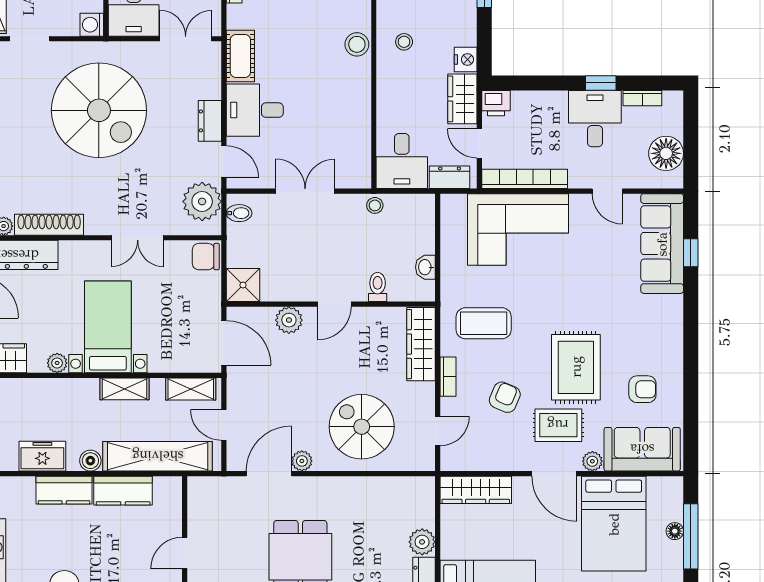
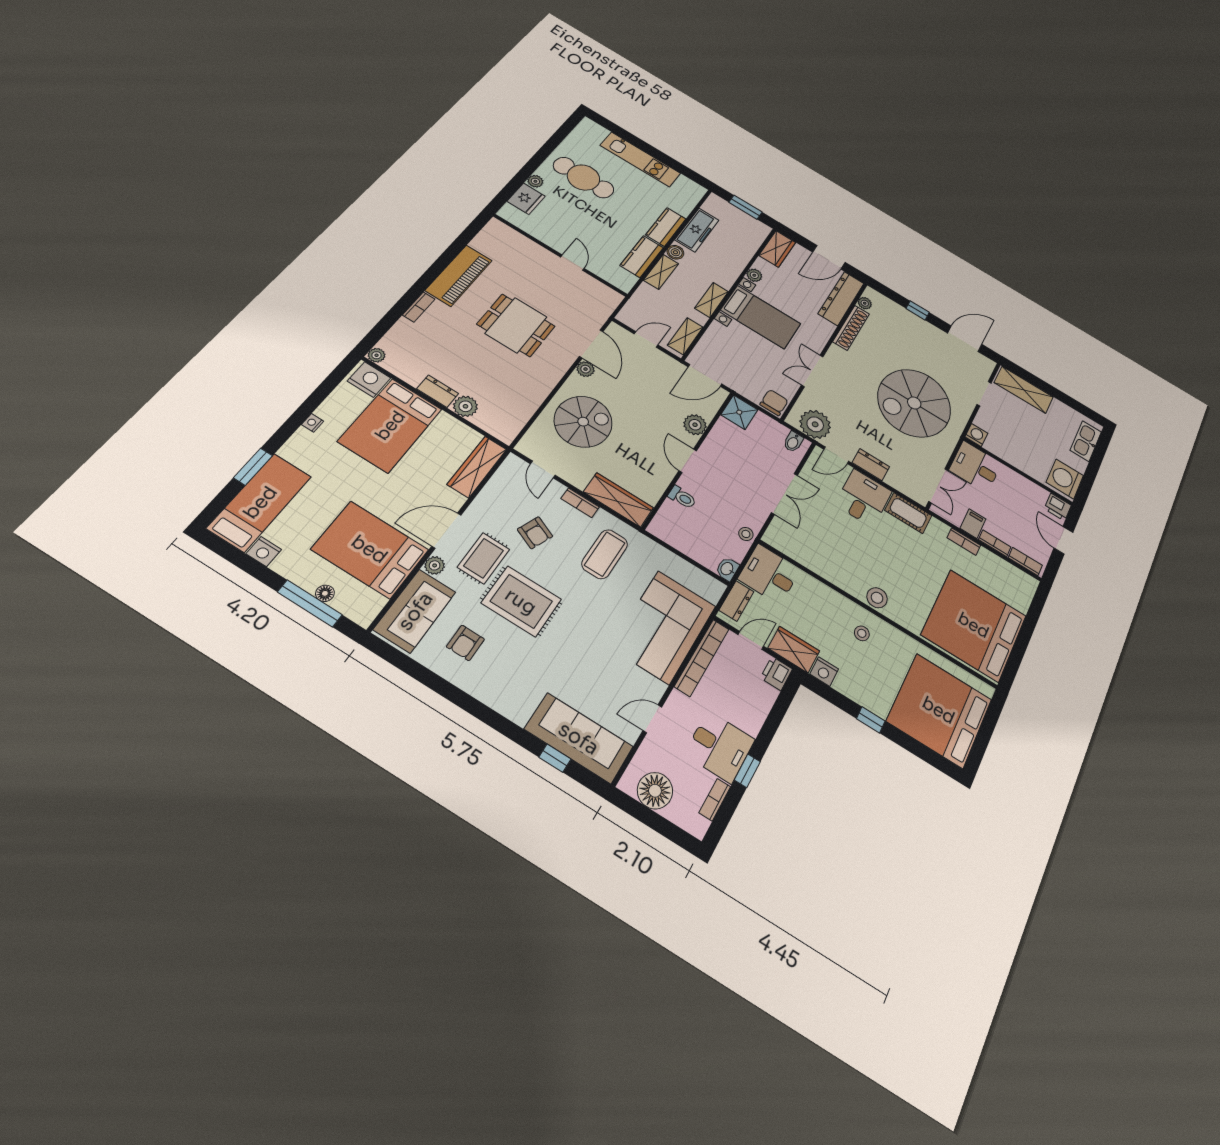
washbasin: (425, 267) -> (727, 569), moved, turned -90
freezer: (42, 456) -> (697, 230), width x1.40
shelving: (158, 456) -> (661, 272), width x0.45, depth x0.75

